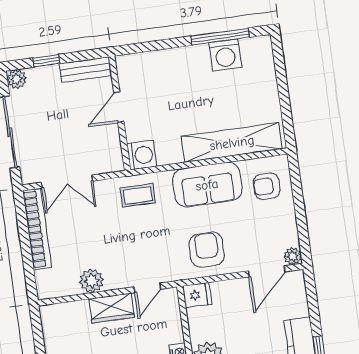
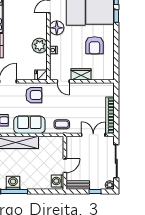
washing machine: (142, 155) -> (57, 181), moved
armchair: (207, 250) -> (34, 95), turned -90
plant: (92, 281) -> (88, 88), removed
door: (147, 288) -> (63, 81), swing flipped

